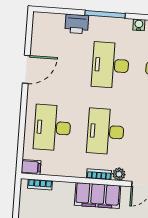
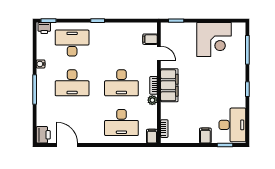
printer: (77, 24) -> (43, 135), moved
door: (26, 69) -> (67, 145), moved
plant: (119, 174) -> (152, 100), moved

